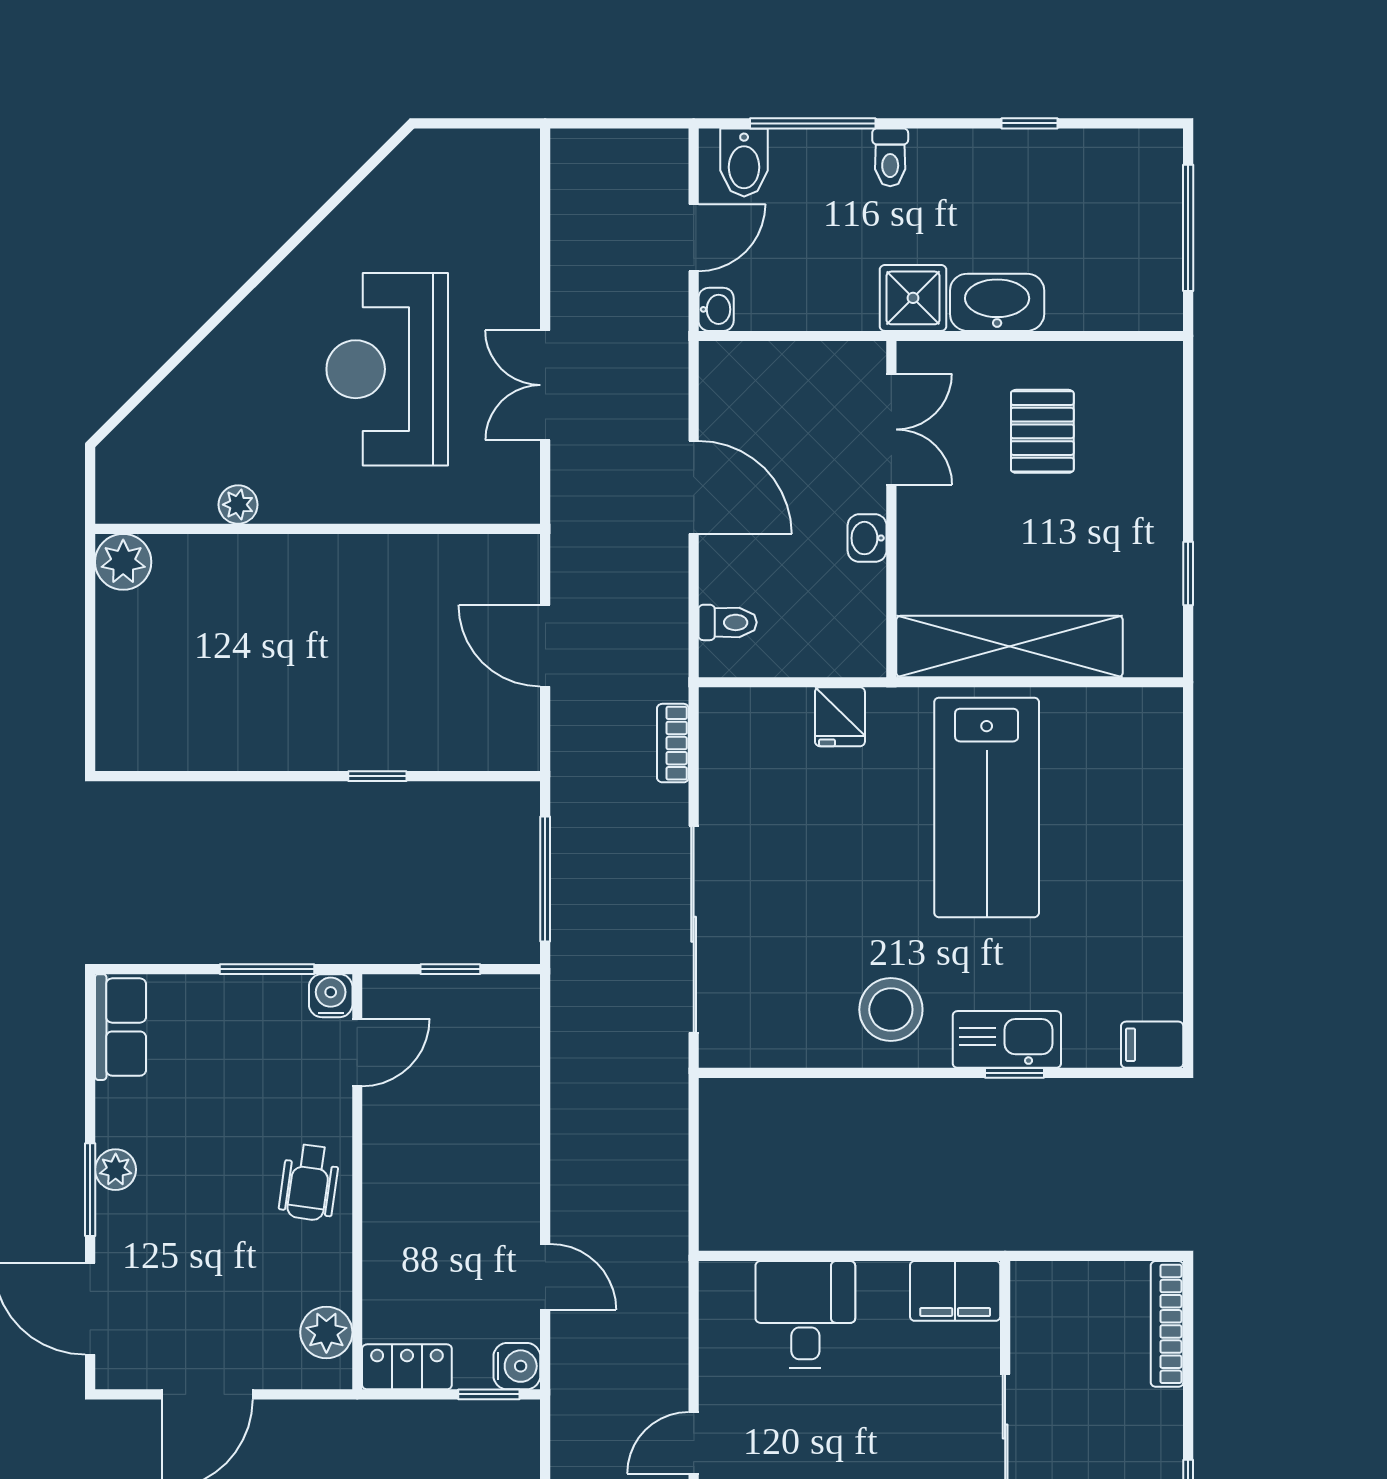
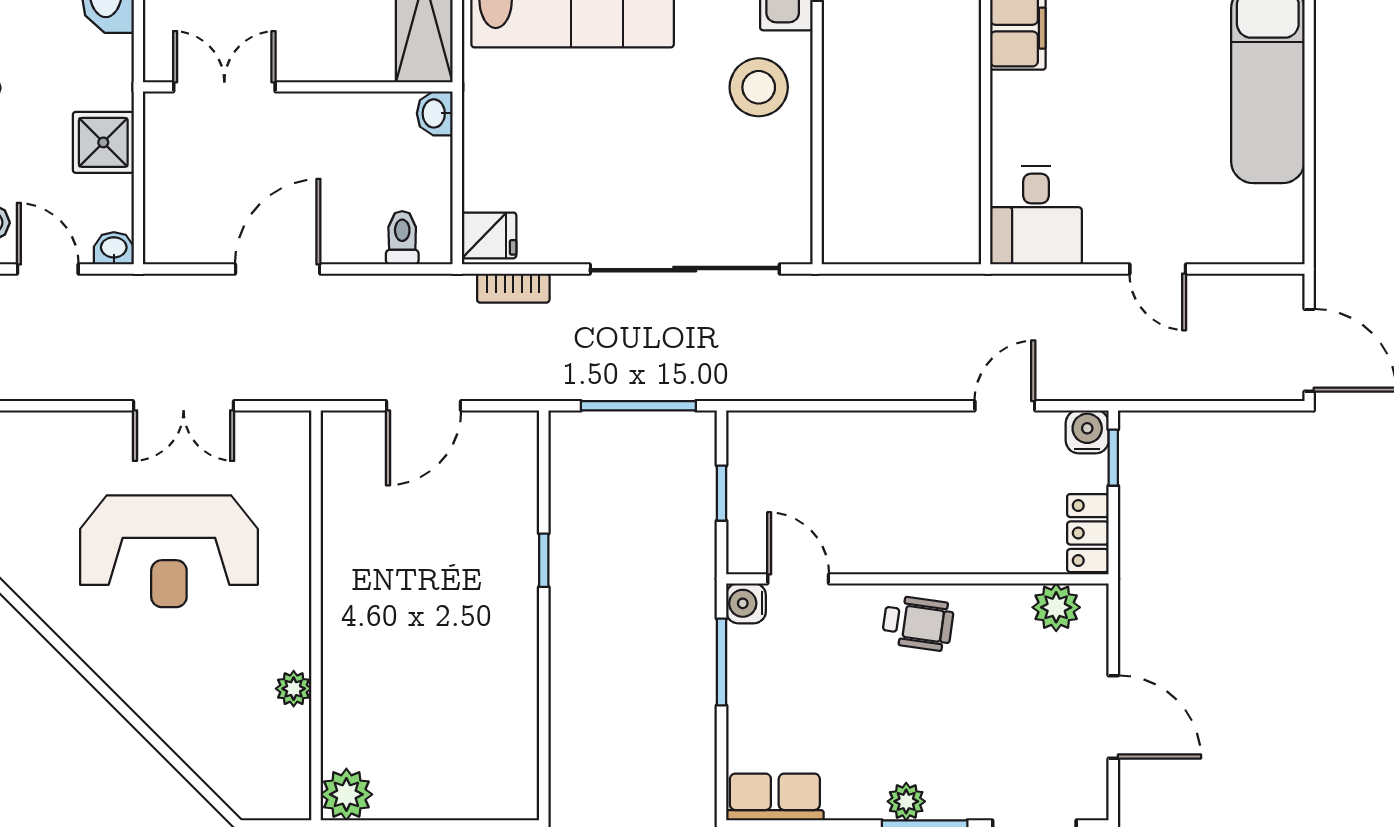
shower: (913, 298) -> (103, 142), moved
washbasin: (867, 538) -> (435, 113), moved, turned 90
fridge: (840, 717) -> (489, 235), moved
desk: (805, 1314) -> (1036, 215), moved, turned -90

